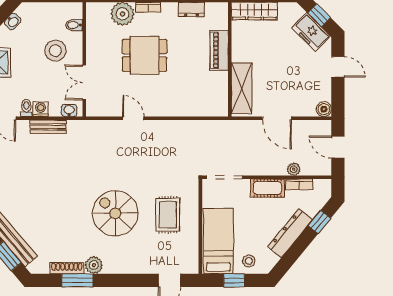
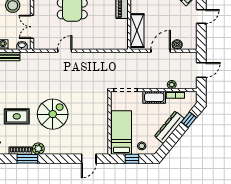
door: (338, 67) -> (201, 16), hinge flipped
boiler: (324, 109) -> (177, 45), moved
door: (133, 118) -> (65, 51), hinge flipped
door: (277, 118) -> (161, 51), swing flipped
door: (338, 147) -> (201, 70), swing flipped
spiral stairs: (115, 213) -> (53, 114), turned 90
rug: (168, 215) -> (17, 116), moved, turned 90

